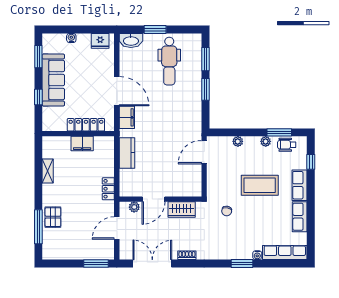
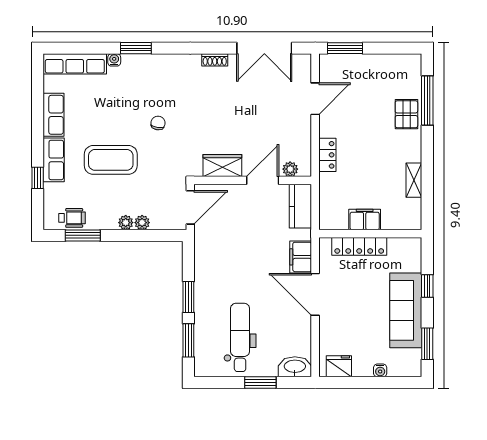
plant: (266, 141) -> (126, 223), moved
window: (311, 162) -> (38, 178), moved
door: (153, 199) -> (263, 180), moved
wall: (160, 199) -> (253, 180), moved
plant: (134, 207) -> (290, 169), moved
wardrobe: (182, 210) -> (222, 165), moved

